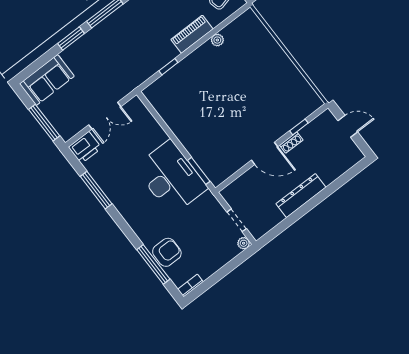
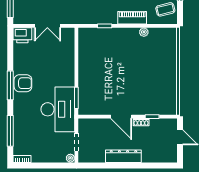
desk: (171, 178) -> (58, 109), moved
window: (96, 190) -> (10, 85), moved
armchair: (167, 252) -> (23, 83), moved

